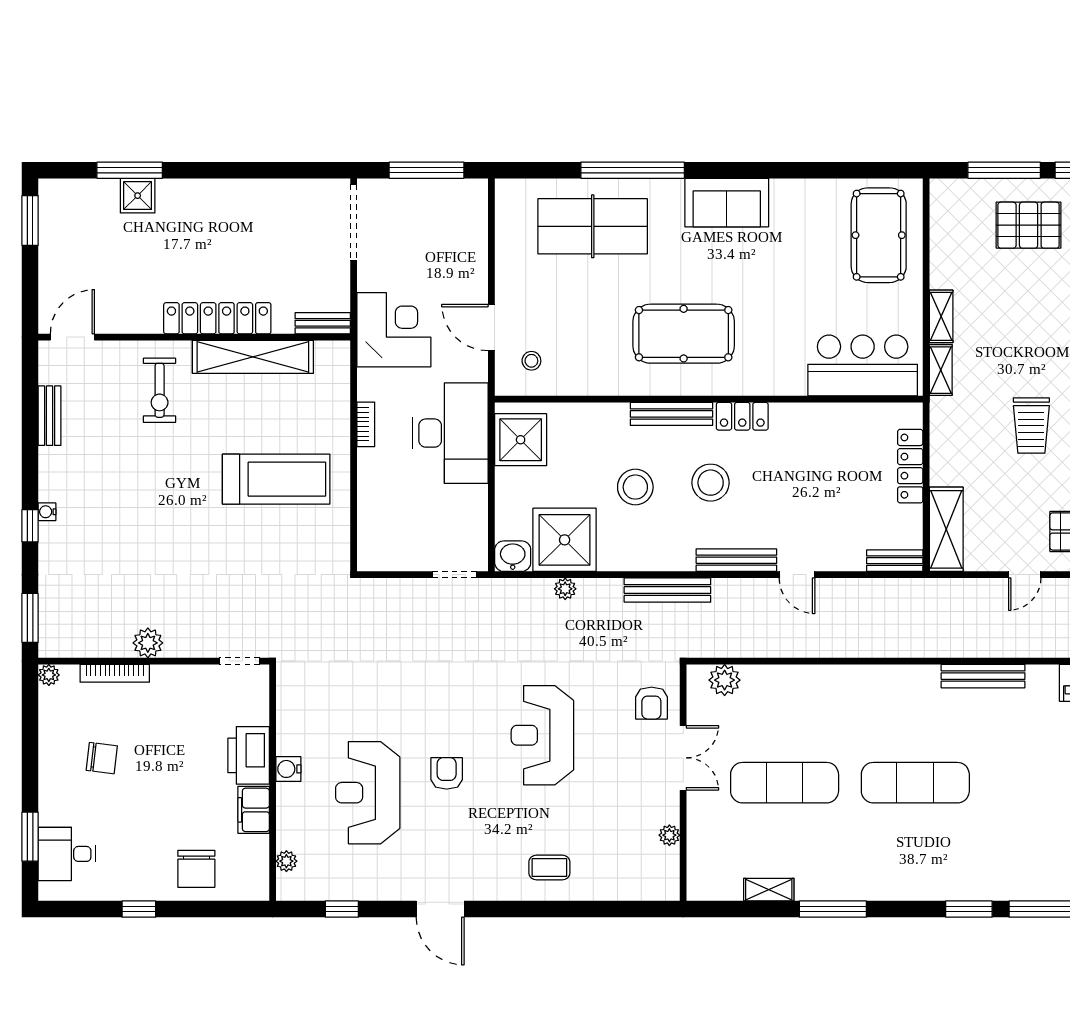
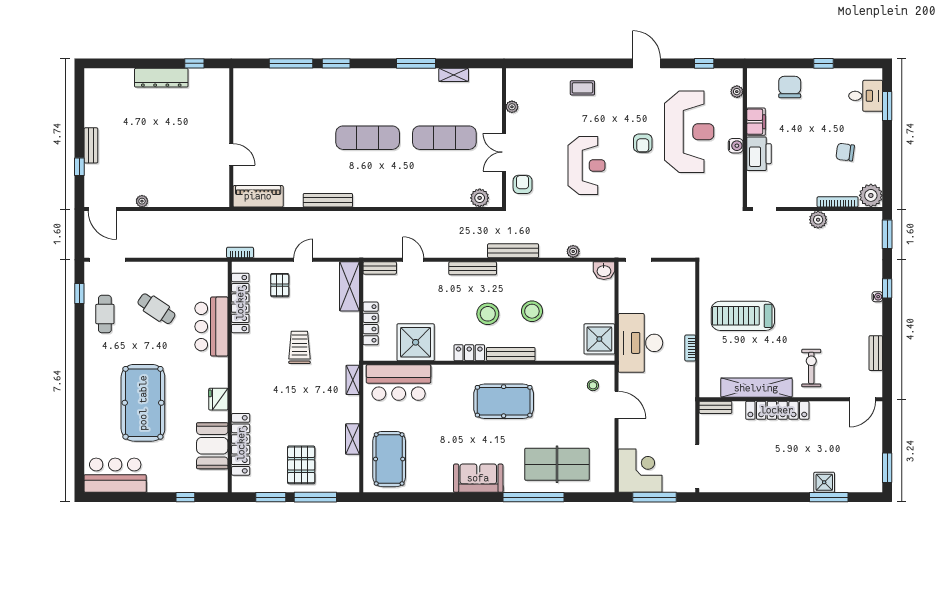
pallet: (1029, 225) -> (301, 465), turned 90
shelving: (941, 316) -> (352, 439), moved
corner desk: (394, 330) -> (640, 471), moved, turned 180
shower: (565, 540) -> (416, 342), moved
door: (797, 575) -> (413, 260), moved
plant: (49, 675) -> (871, 195), width x1.88, depth x1.88
reception desk: (368, 793) -> (689, 132), width x1.36, depth x1.30

